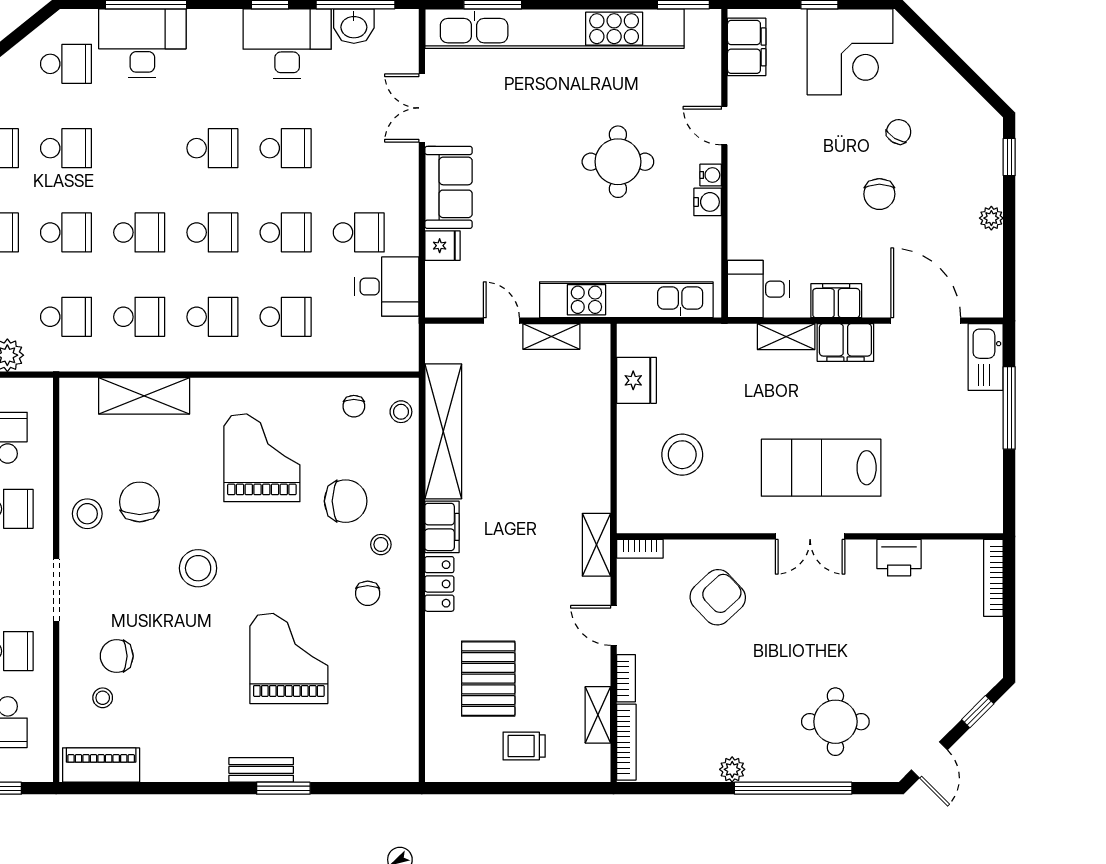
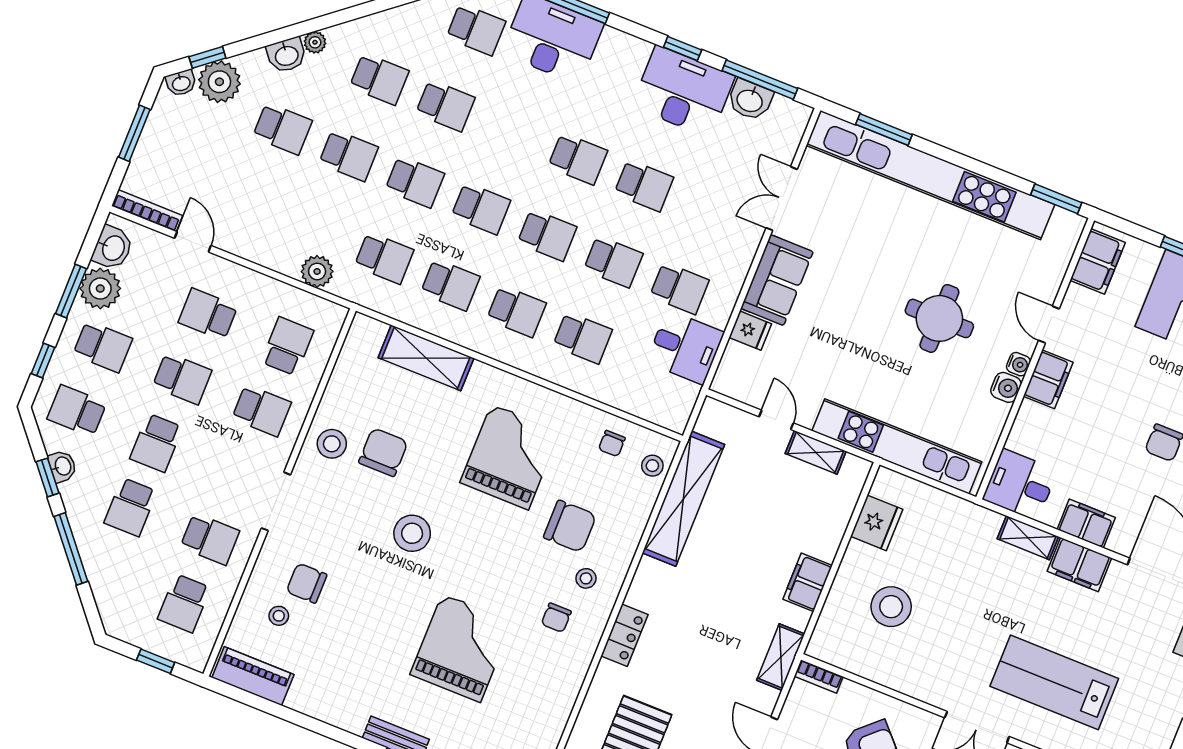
filing cabinet: (745, 178) -> (1048, 379), added
lab bench: (821, 468) -> (1054, 682), moved
filing cabinet: (442, 527) -> (808, 582), moved, turned 180

